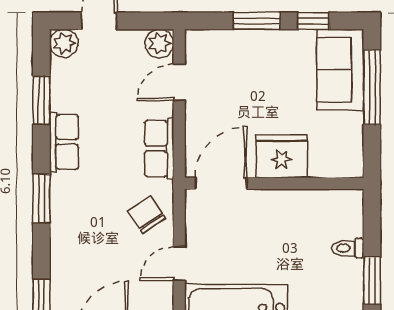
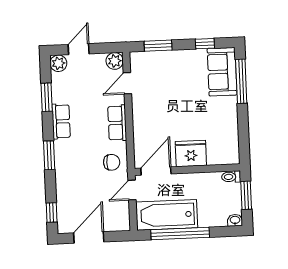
window: (257, 21) -> (158, 46), moved
fridge: (281, 156) -> (191, 154), moved
door: (221, 183) -> (156, 171), moved
wall: (274, 183) -> (187, 170), moved
chair: (147, 215) -> (112, 162), turned 124

